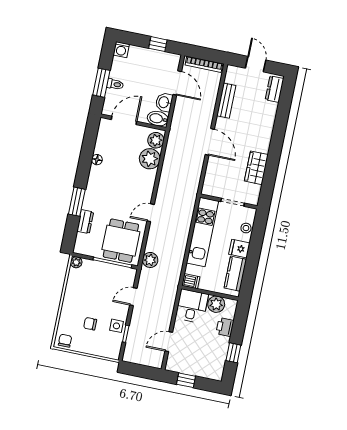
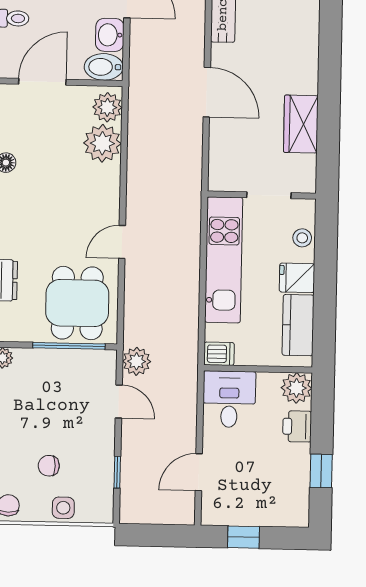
plant: (150, 260) -> (137, 361), moved
door: (133, 297) -> (119, 401), swing flipped
plant: (216, 304) -> (297, 388), moved
side table: (116, 326) -> (63, 508), moved

